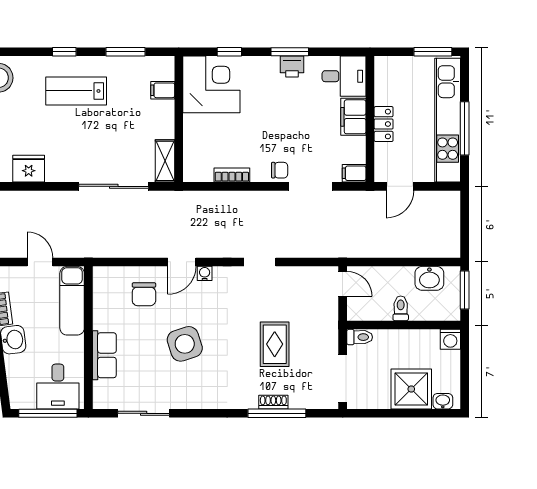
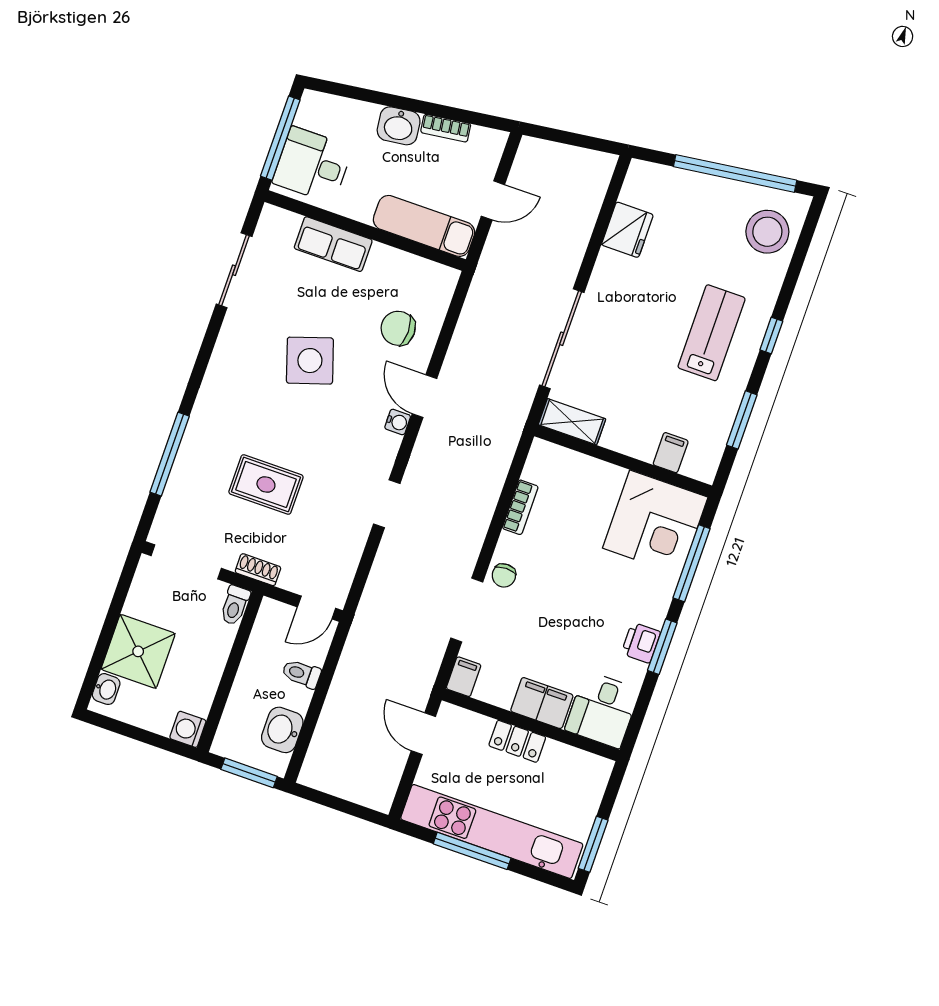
window: (229, 52) -> (692, 563), width x2.17
toilet: (401, 308) -> (301, 674), moved, turned 180
shoe rack: (273, 402) -> (258, 570), moved, turned -90

